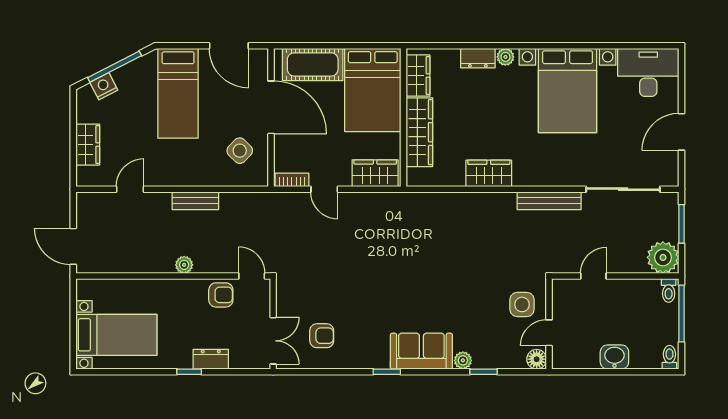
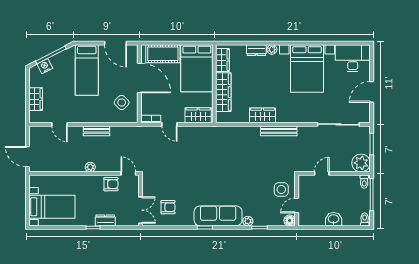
door: (130, 189) -> (60, 124), swing flipped
bench: (549, 201) -> (279, 131), moved
sofa: (421, 351) -> (218, 216), width x1.36

